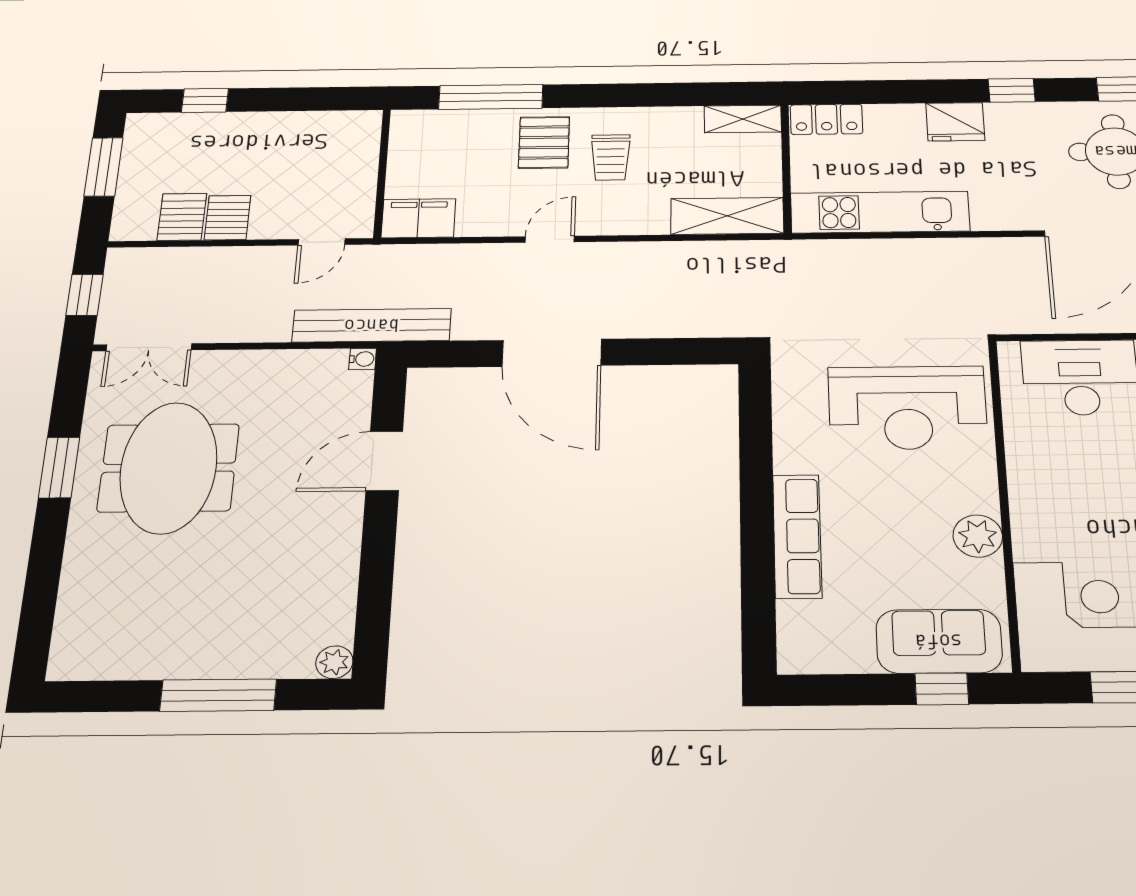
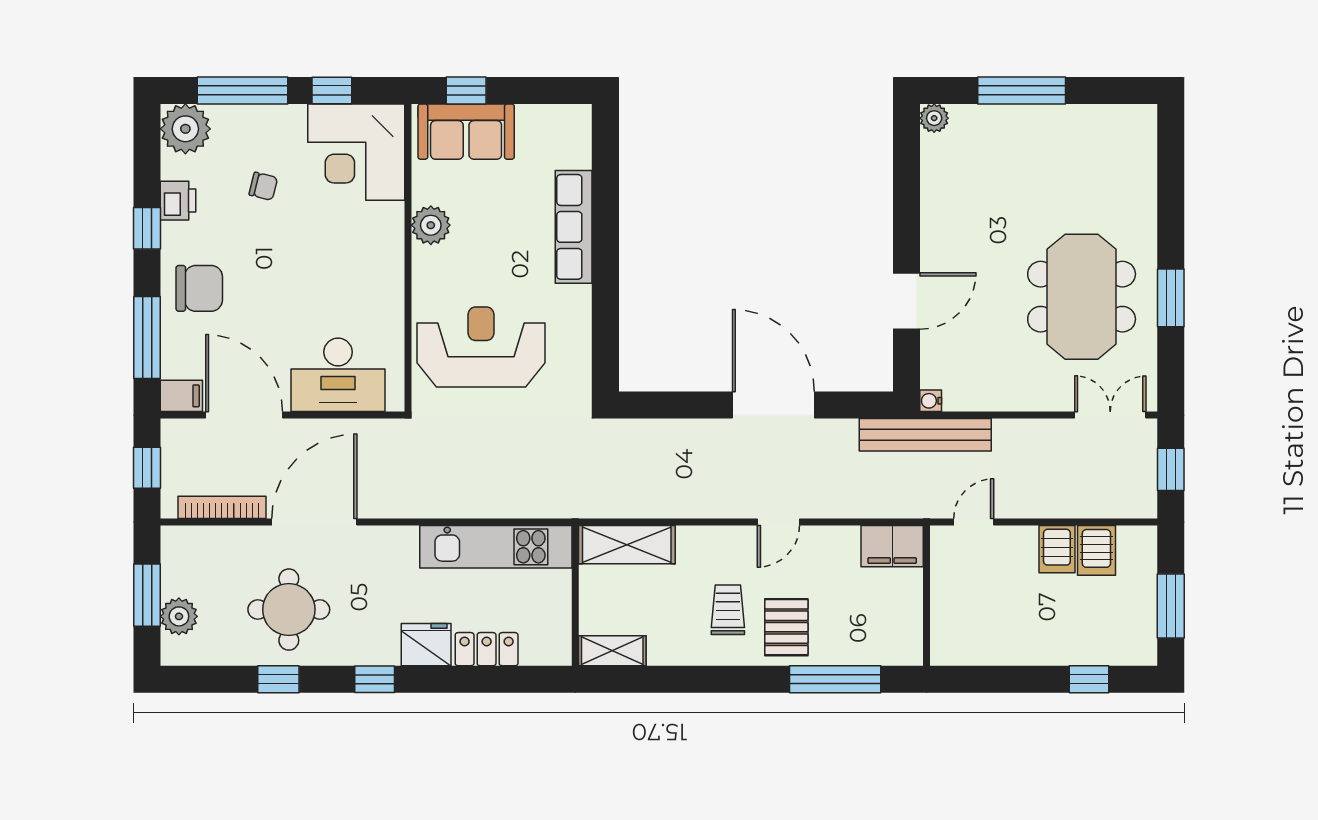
locker: (826, 119) -> (487, 649), moved

